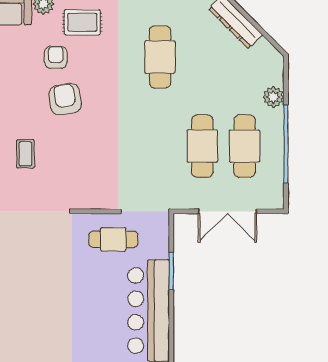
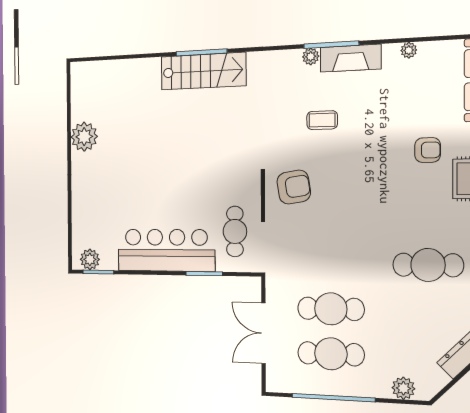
plant: (273, 97) -> (403, 388), moved
armchair: (65, 99) -> (294, 187), moved
cafe table: (113, 239) -> (235, 231), moved

